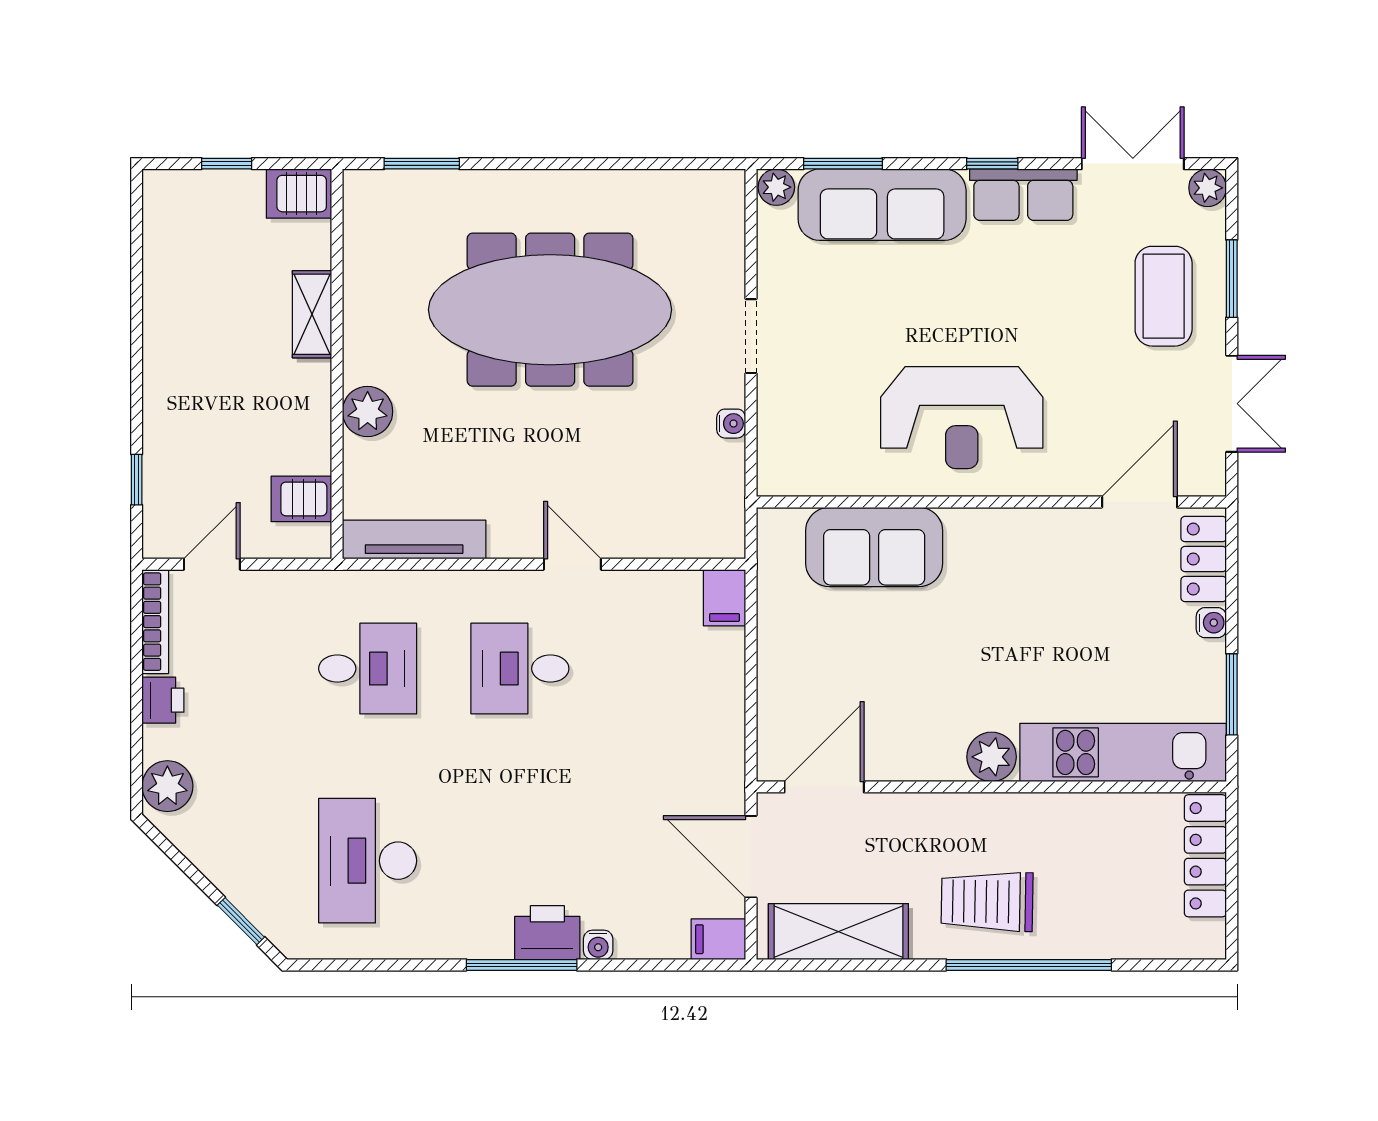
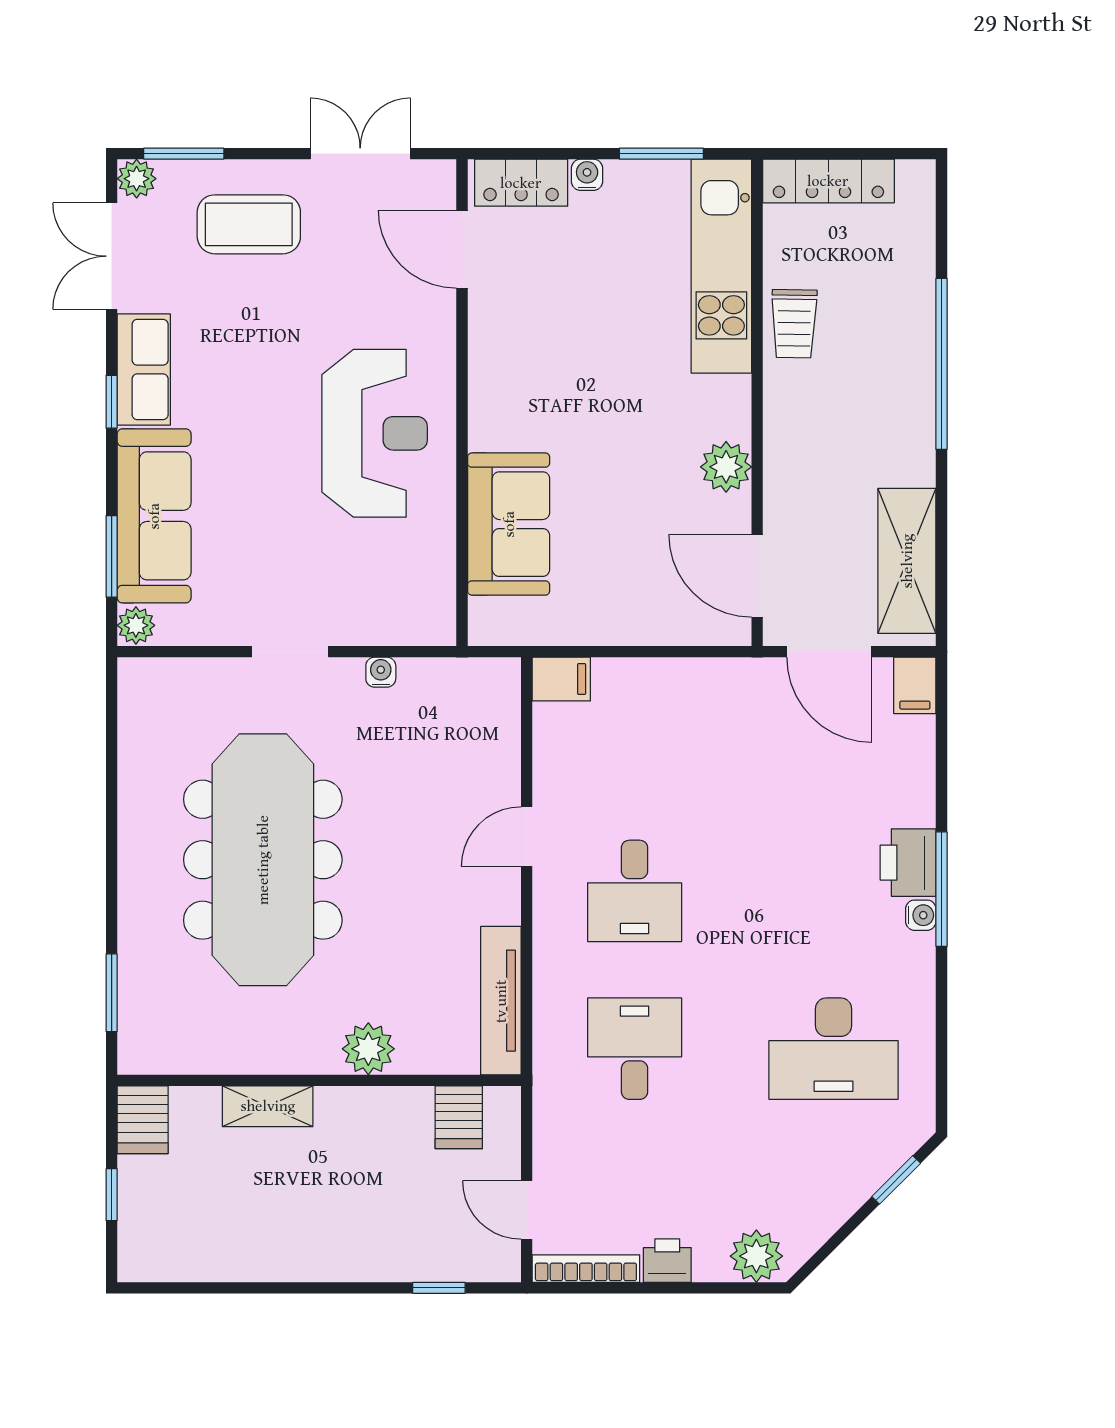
window: (1232, 279) -> (184, 154), moved
plant: (992, 757) -> (726, 467), moved
door: (751, 857) -> (829, 652), hinge flipped
trolley: (987, 901) -> (794, 324), moved, width x0.73, depth x0.72
water cooler: (598, 945) -> (921, 915), moved

